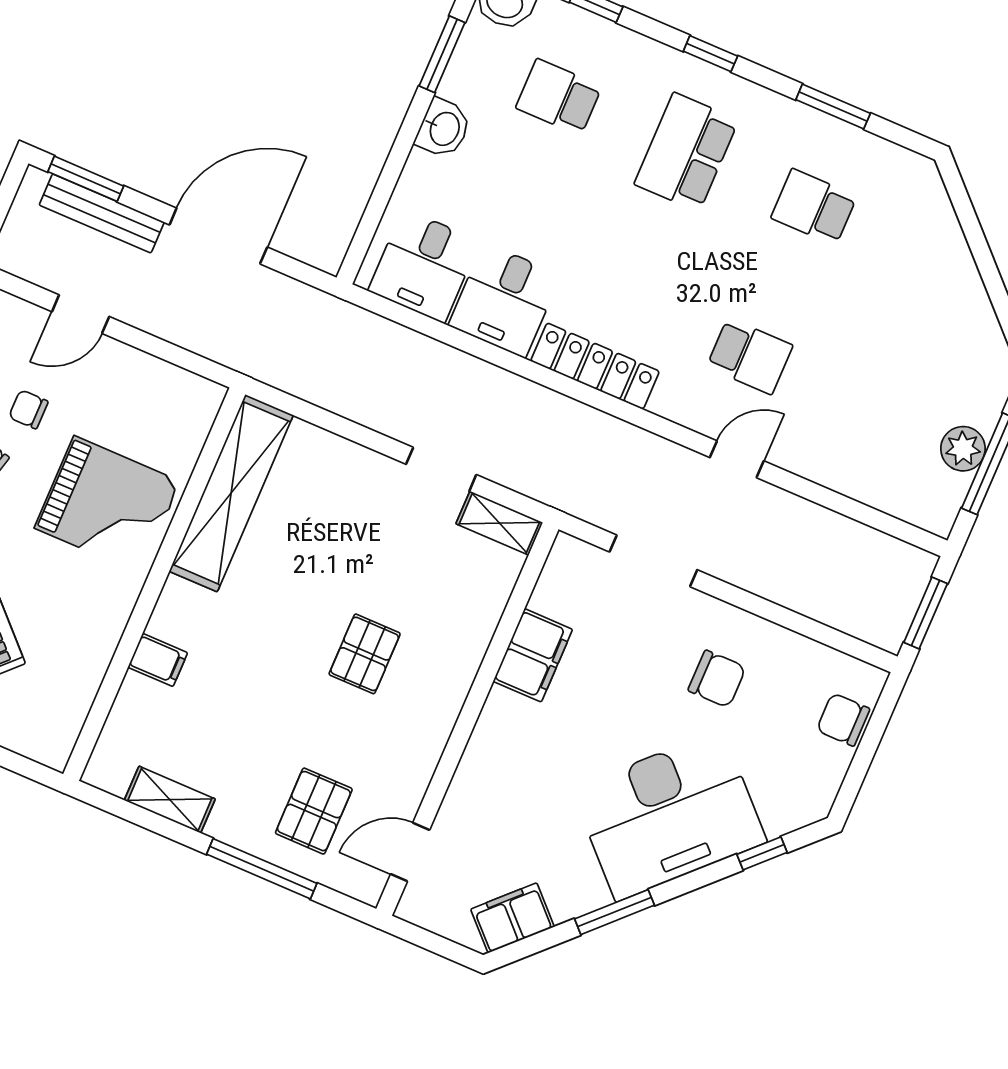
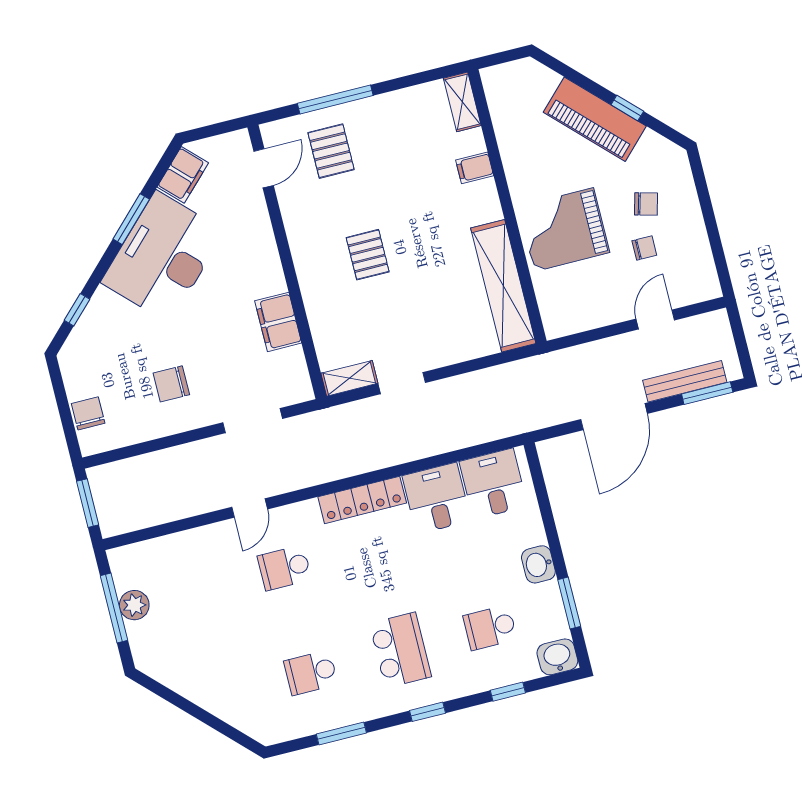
school desk: (559, 97) -> (490, 628), turned 180
school desk: (814, 207) -> (311, 673), turned 180
chair: (843, 720) -> (88, 413), turned -90
shelving: (170, 800) -> (462, 102), moved, turned 90
desk: (669, 815) -> (163, 257), moved

